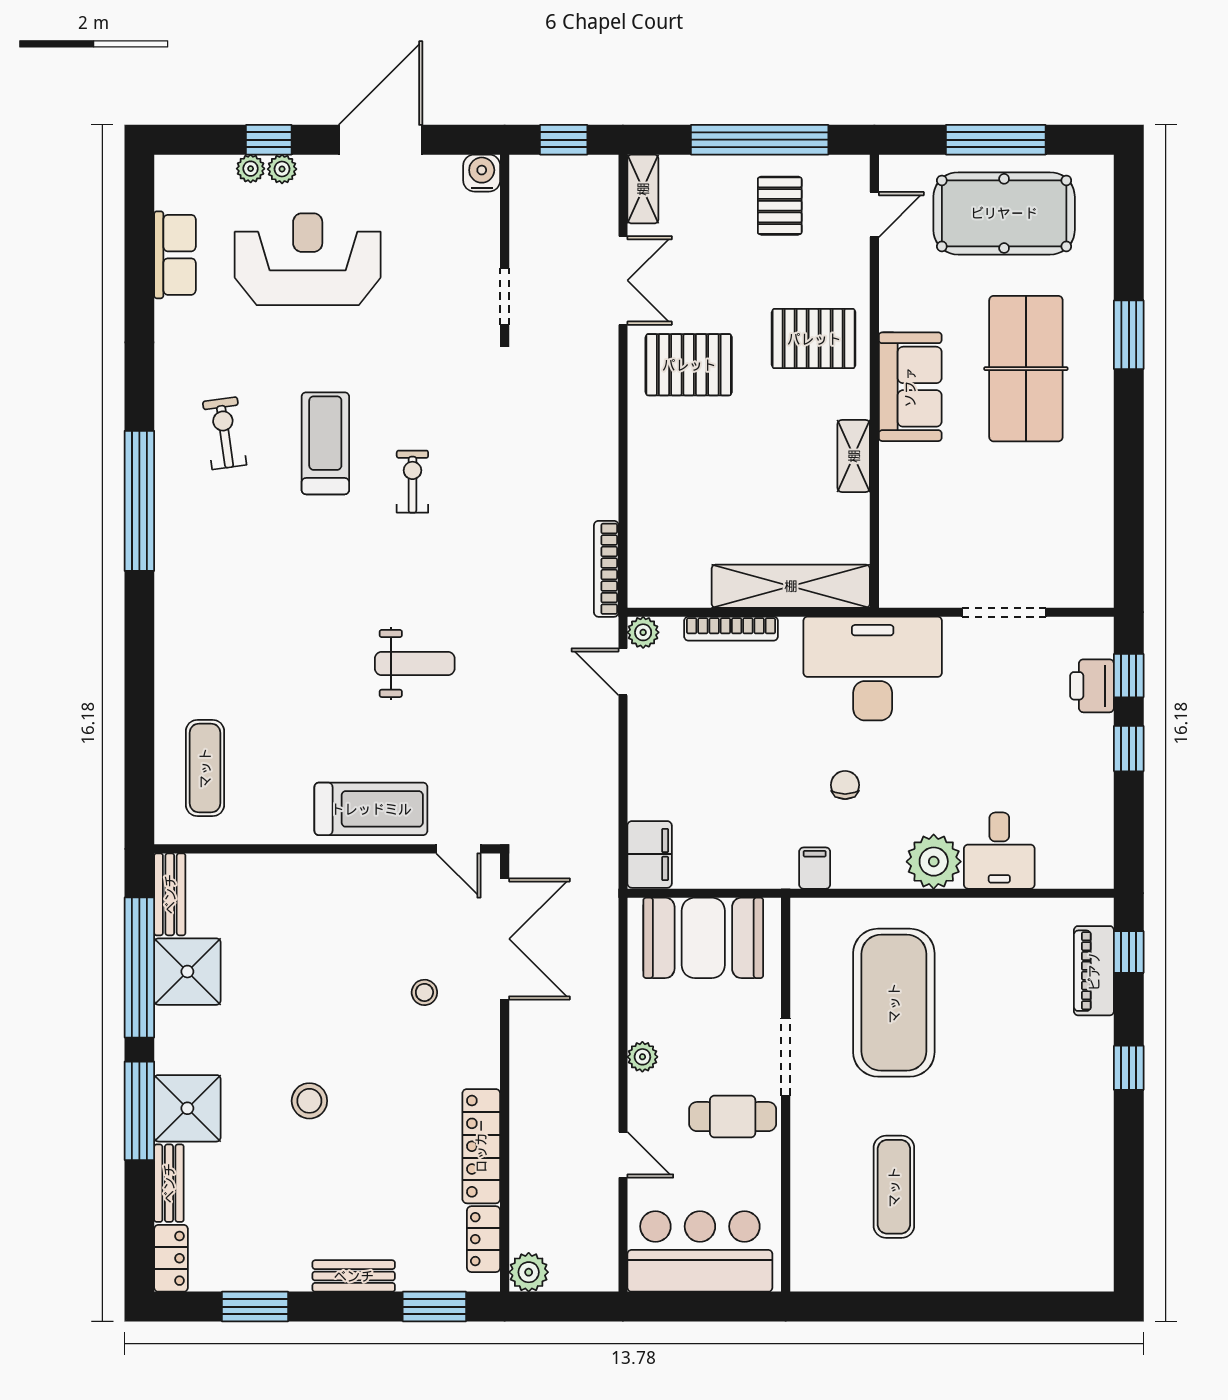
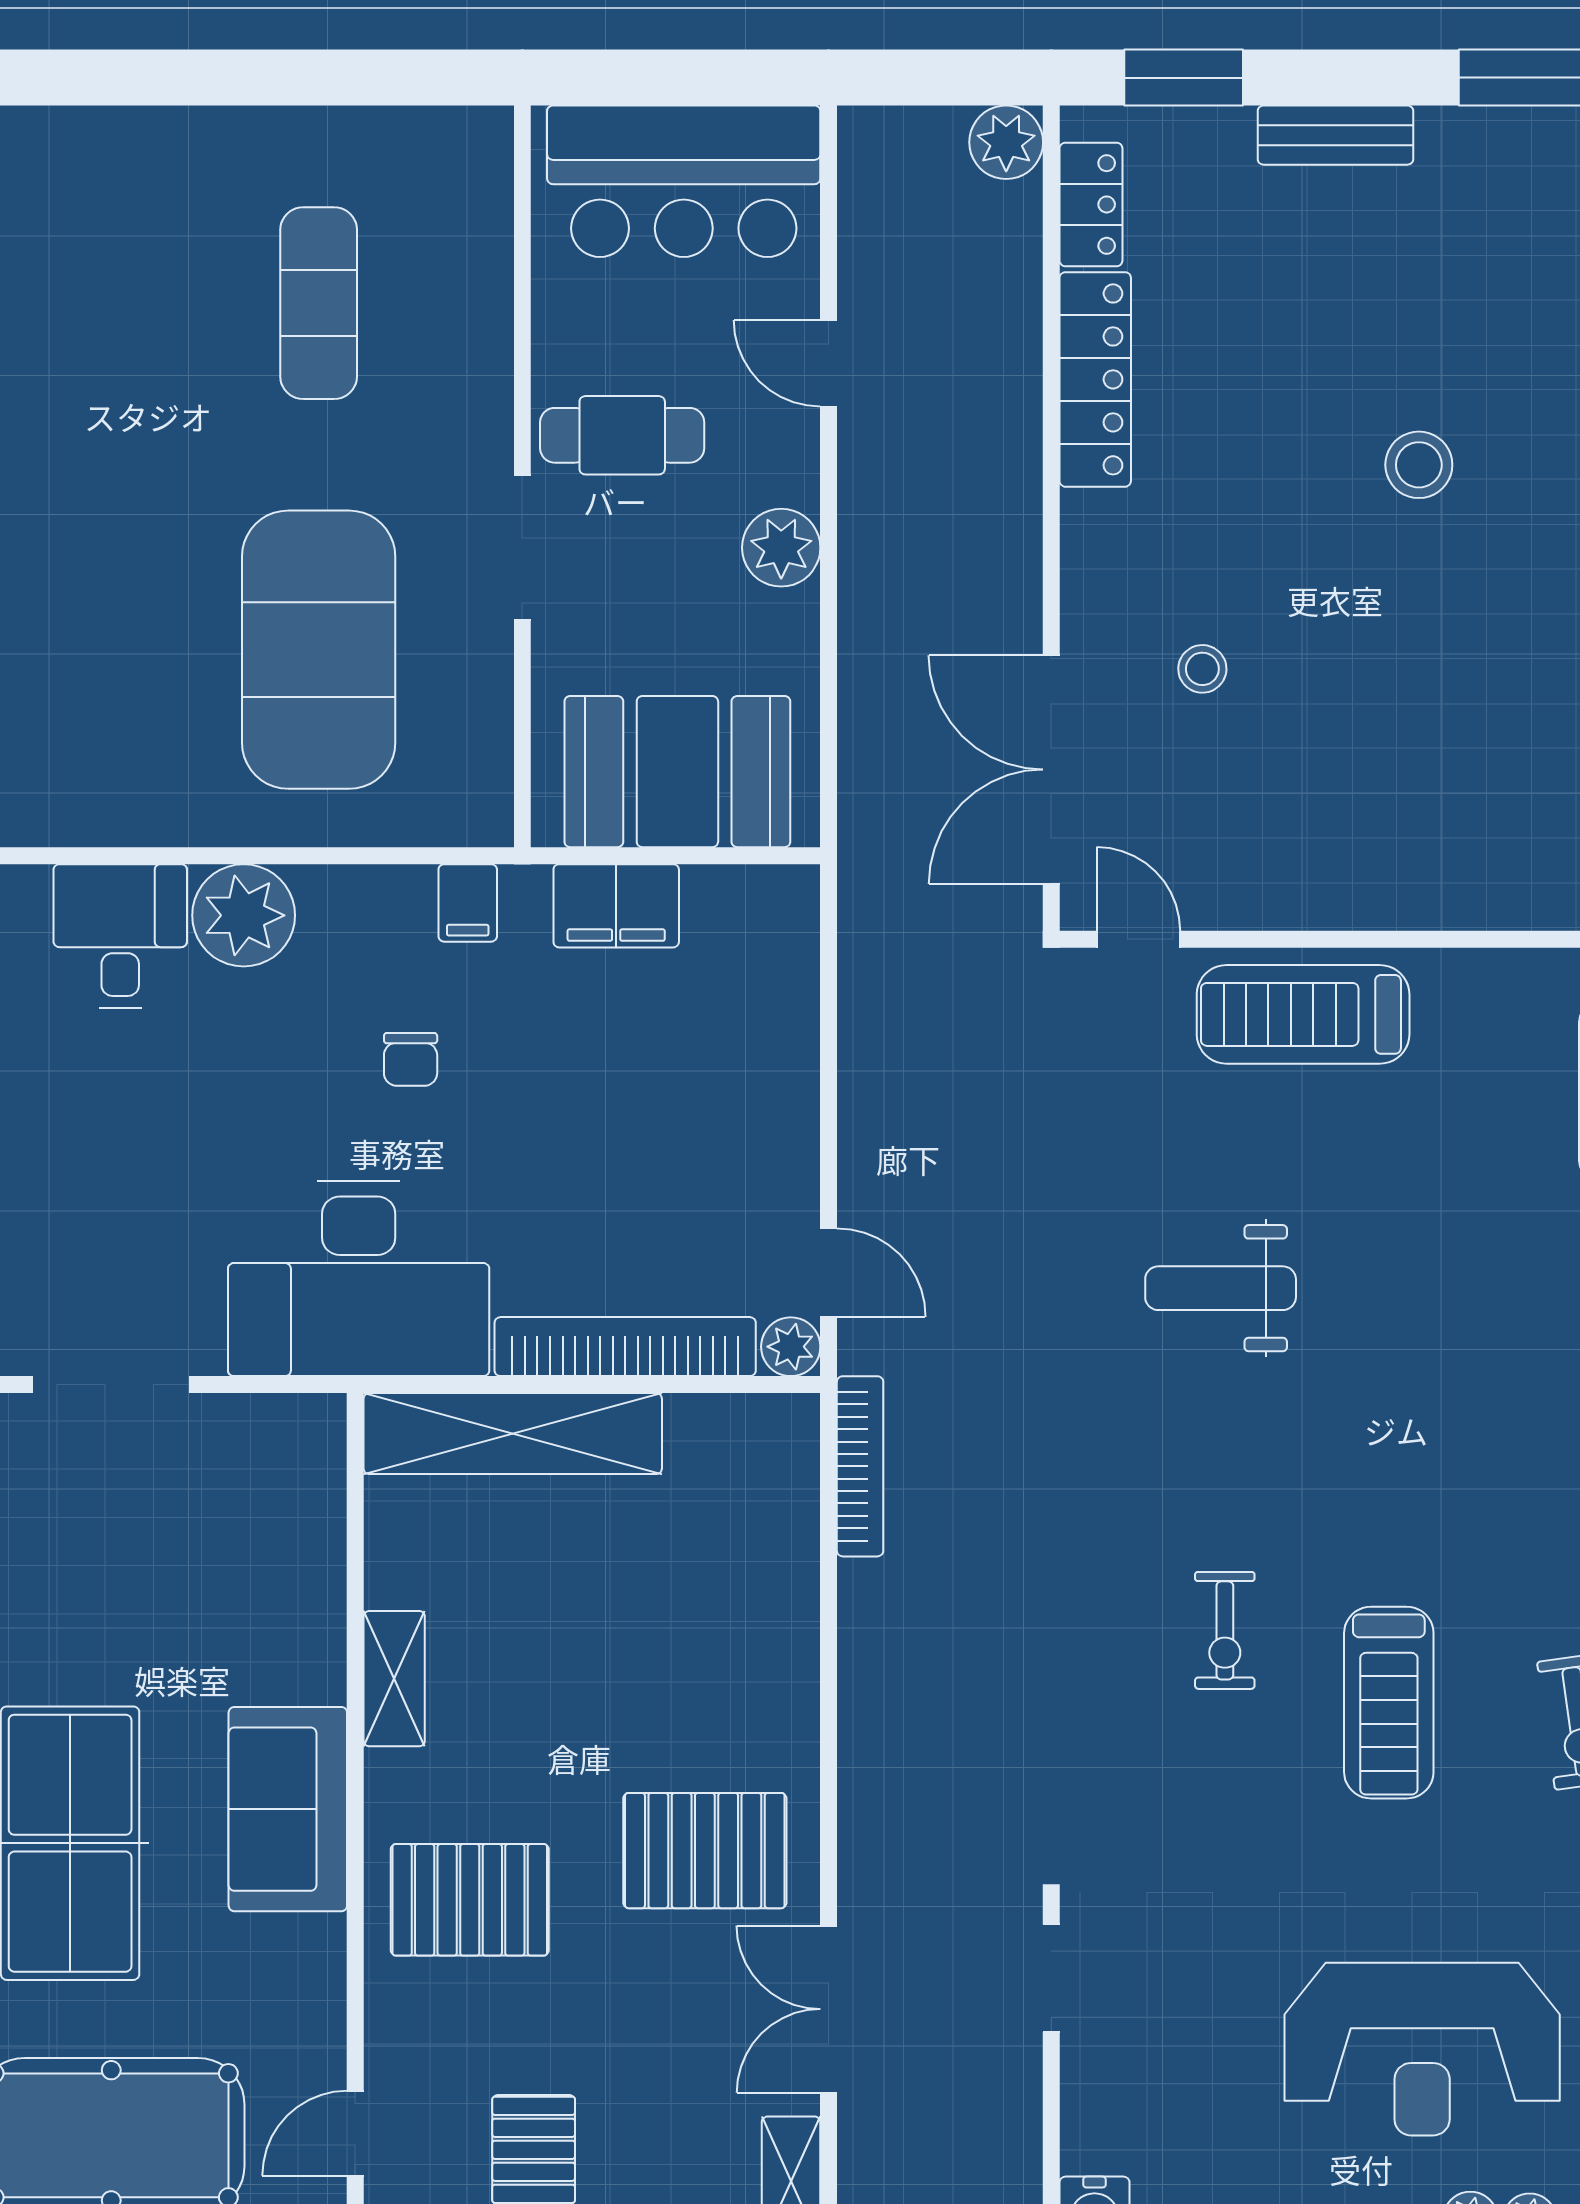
bookcase: (731, 629) -> (625, 1347), width x1.48, depth x1.31
filing cabinet: (650, 854) -> (616, 906), moved, turned -90
plant: (642, 1057) -> (781, 548), width x1.38, depth x1.38

